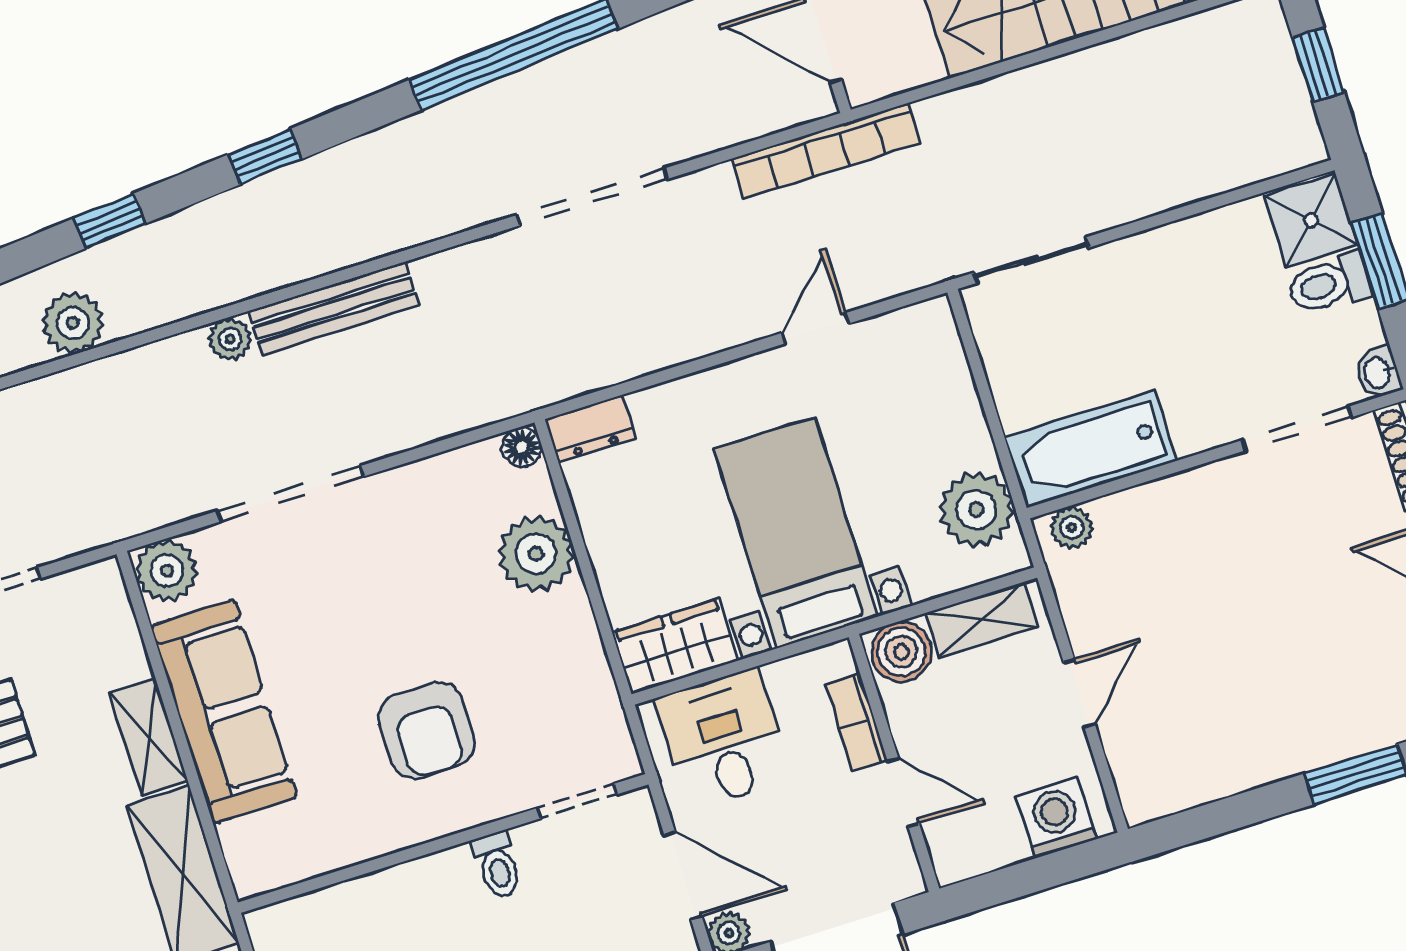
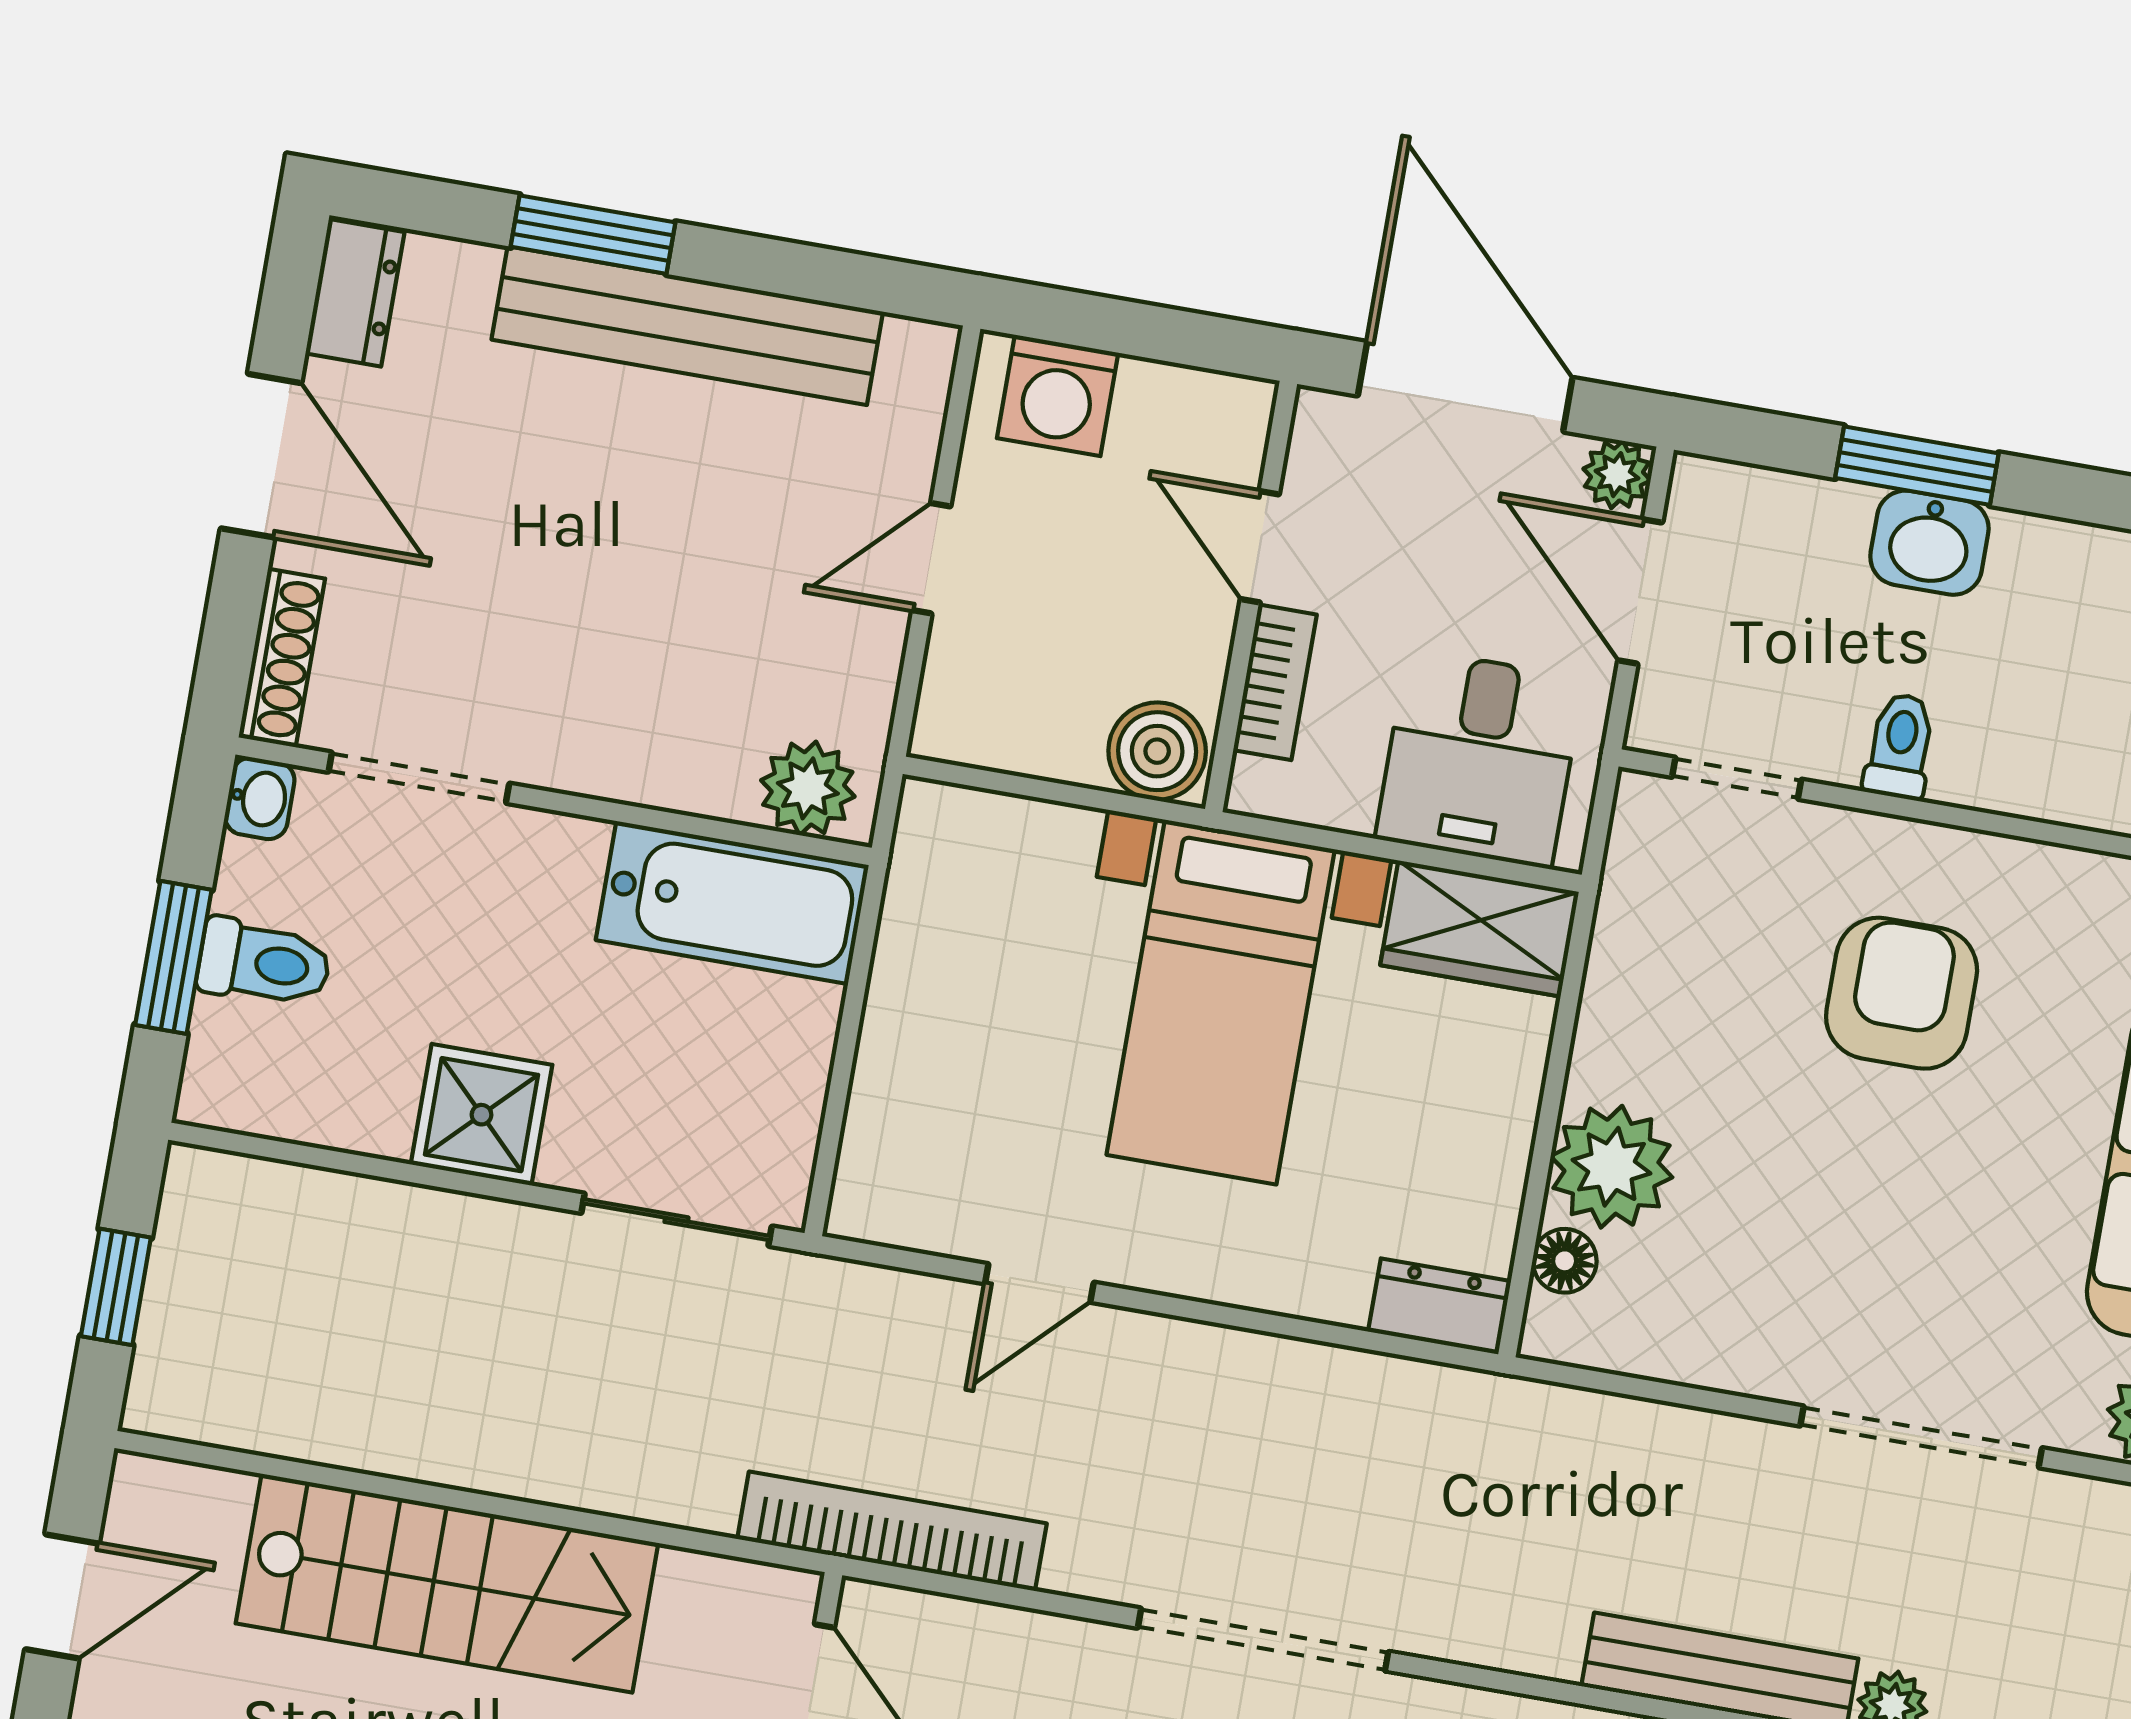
shower: (1311, 220) -> (482, 1115), moved
floor lamp: (522, 447) -> (1565, 1261), moved
plant: (976, 510) -> (943, 901), removed
plant: (1072, 528) -> (808, 788), width x1.38, depth x1.38
shelving: (982, 620) -> (1017, 738), removed
bench: (1278, 751) -> (687, 326), added

